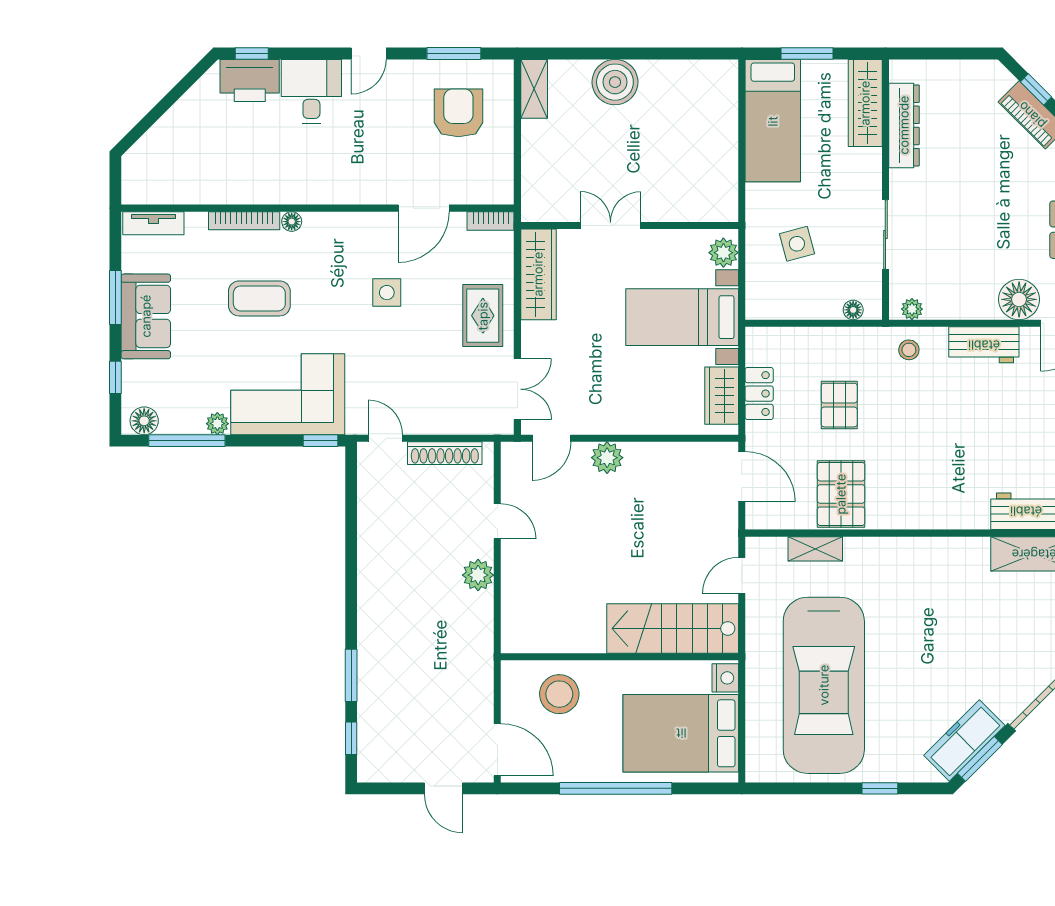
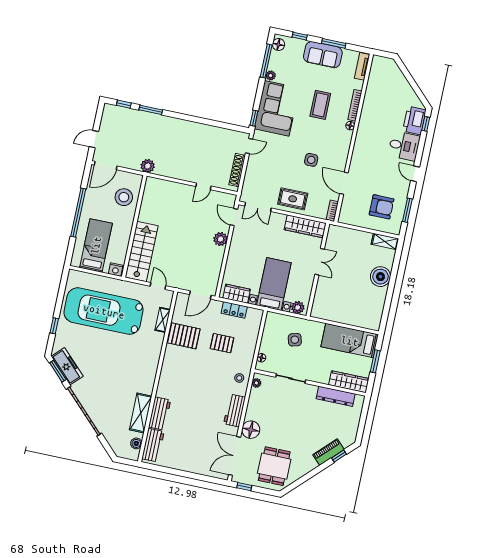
plant: (478, 575) -> (148, 166), moved
bed: (681, 733) -> (96, 245), width x0.67

